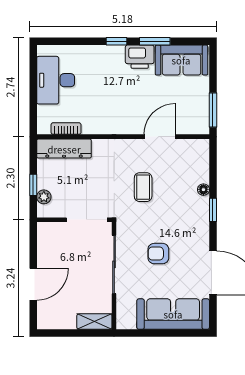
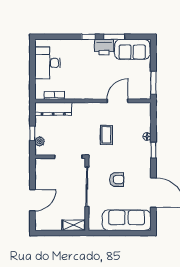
armchair: (158, 254) -> (117, 180), turned 180

